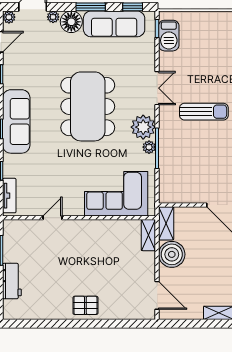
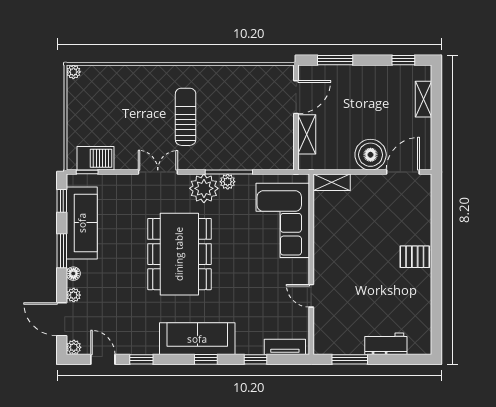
floor lamp: (71, 22) -> (73, 274), width x0.53, depth x0.53
dining table: (88, 106) -> (179, 254), turned 90
shelving: (166, 223) -> (307, 134), moved, turned 90
boiler: (172, 254) -> (371, 155), moved
pallet: (85, 305) -> (415, 257), turned 90

